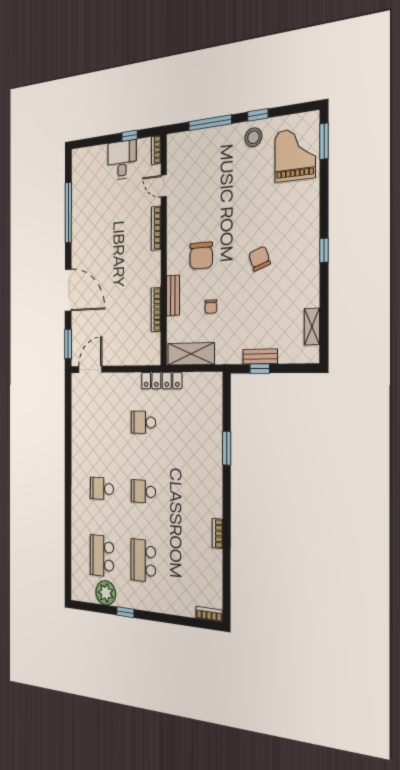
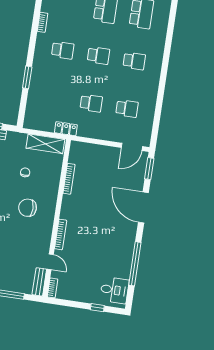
window: (130, 136) -> (97, 308), moved
desk: (122, 160) -> (114, 290), moved, turned -90
chair: (201, 256) -> (28, 208), turned -90
bench: (173, 295) -> (39, 282), moved
locker: (162, 381) -> (66, 129), width x0.66
school desk: (102, 421) -> (127, 109), added
school desk: (187, 494) -> (63, 50), added

